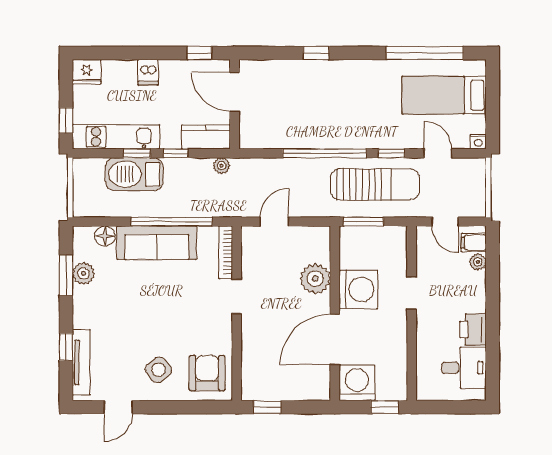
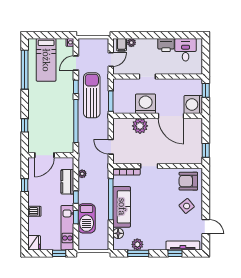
door: (235, 92) -> (44, 155), moved
wall: (235, 104) -> (51, 155), moved

